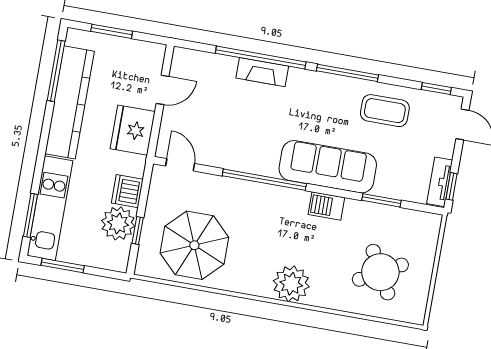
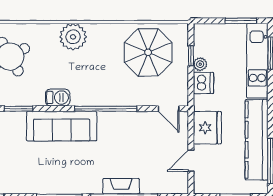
coffee table: (385, 111) -> (27, 174), removed
plant: (118, 223) -> (200, 64), width x0.53, depth x0.53

